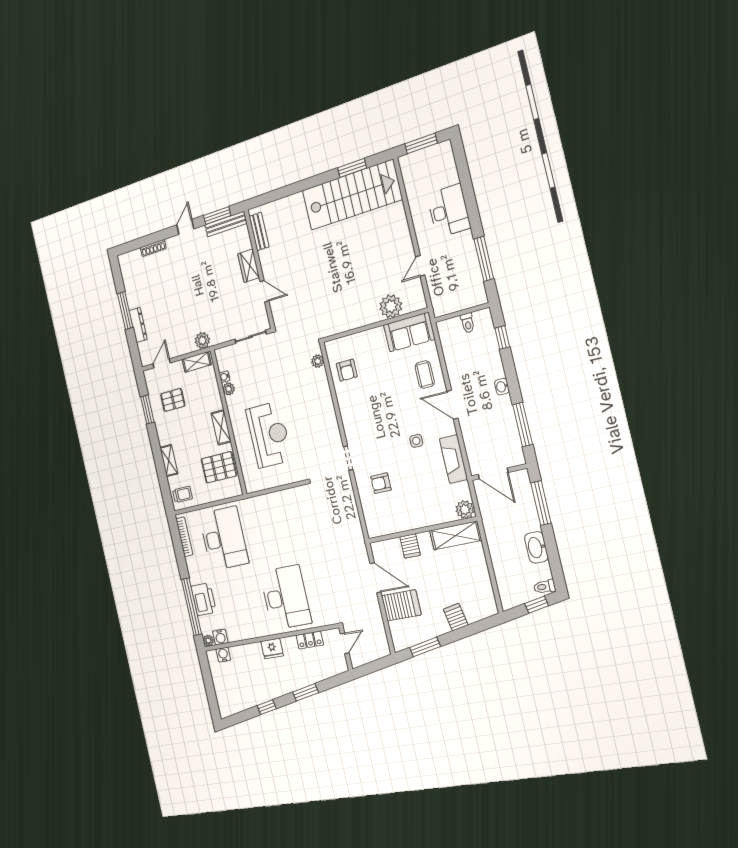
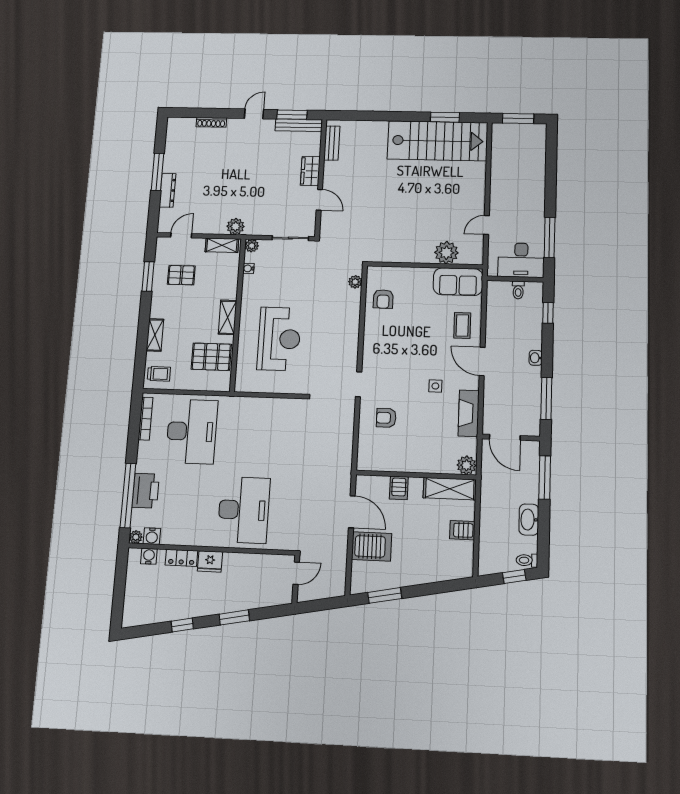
desk: (449, 211) -> (521, 260), moved, turned 90
plant: (229, 389) -> (252, 246), moved
server rack: (456, 617) -> (462, 530), moved, turned -79
locker: (310, 640) -> (181, 558), moved

